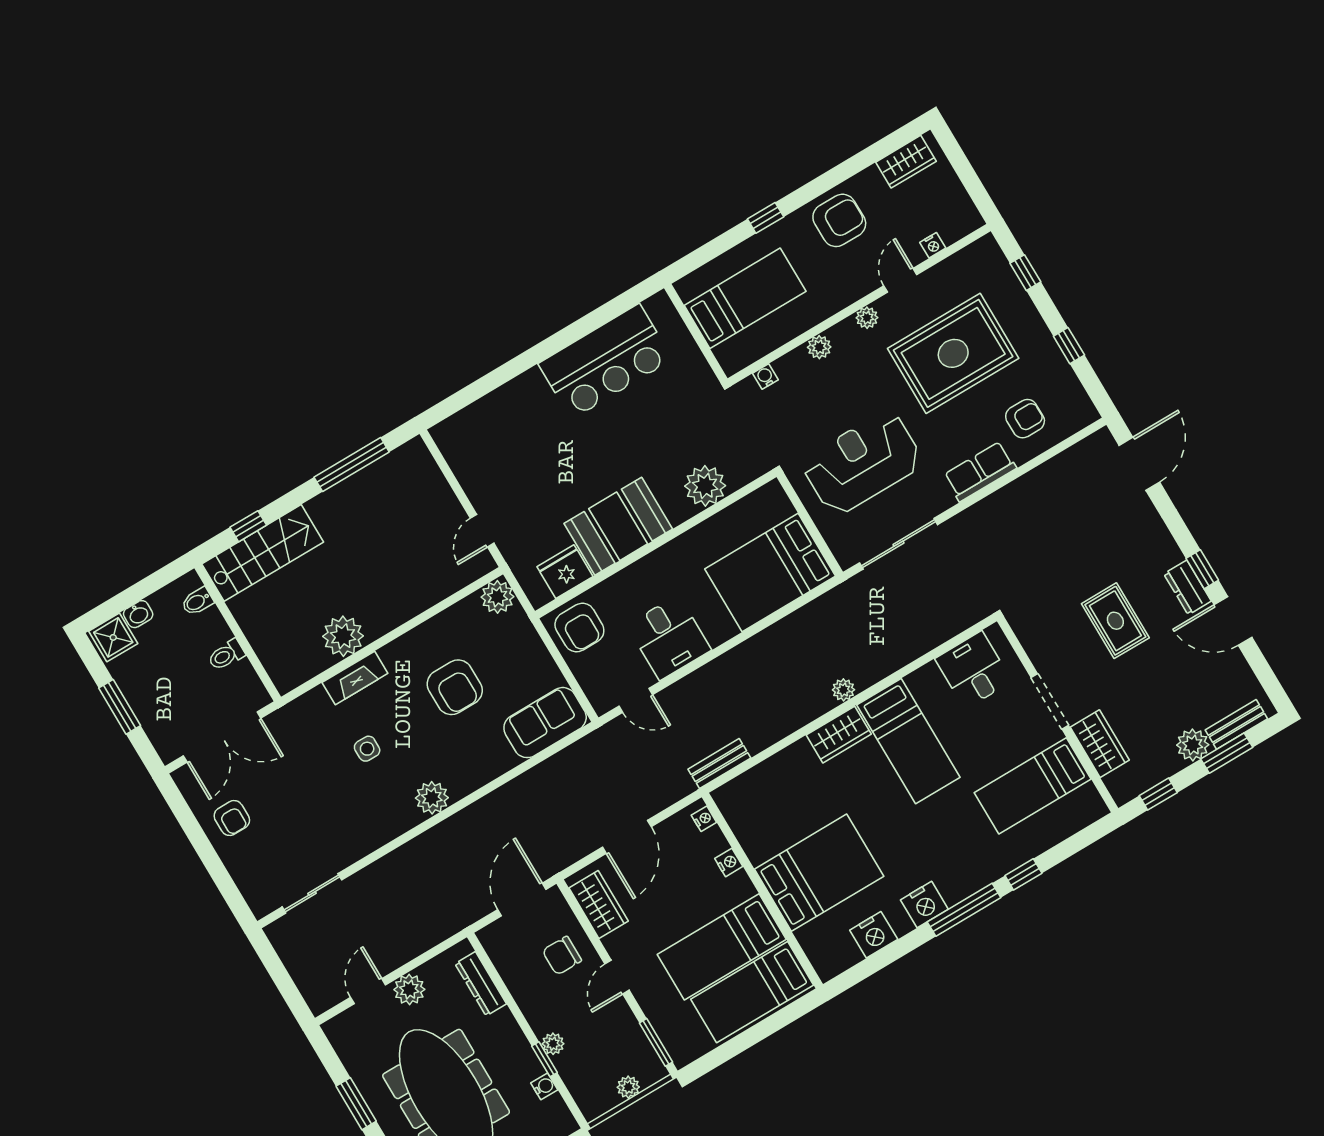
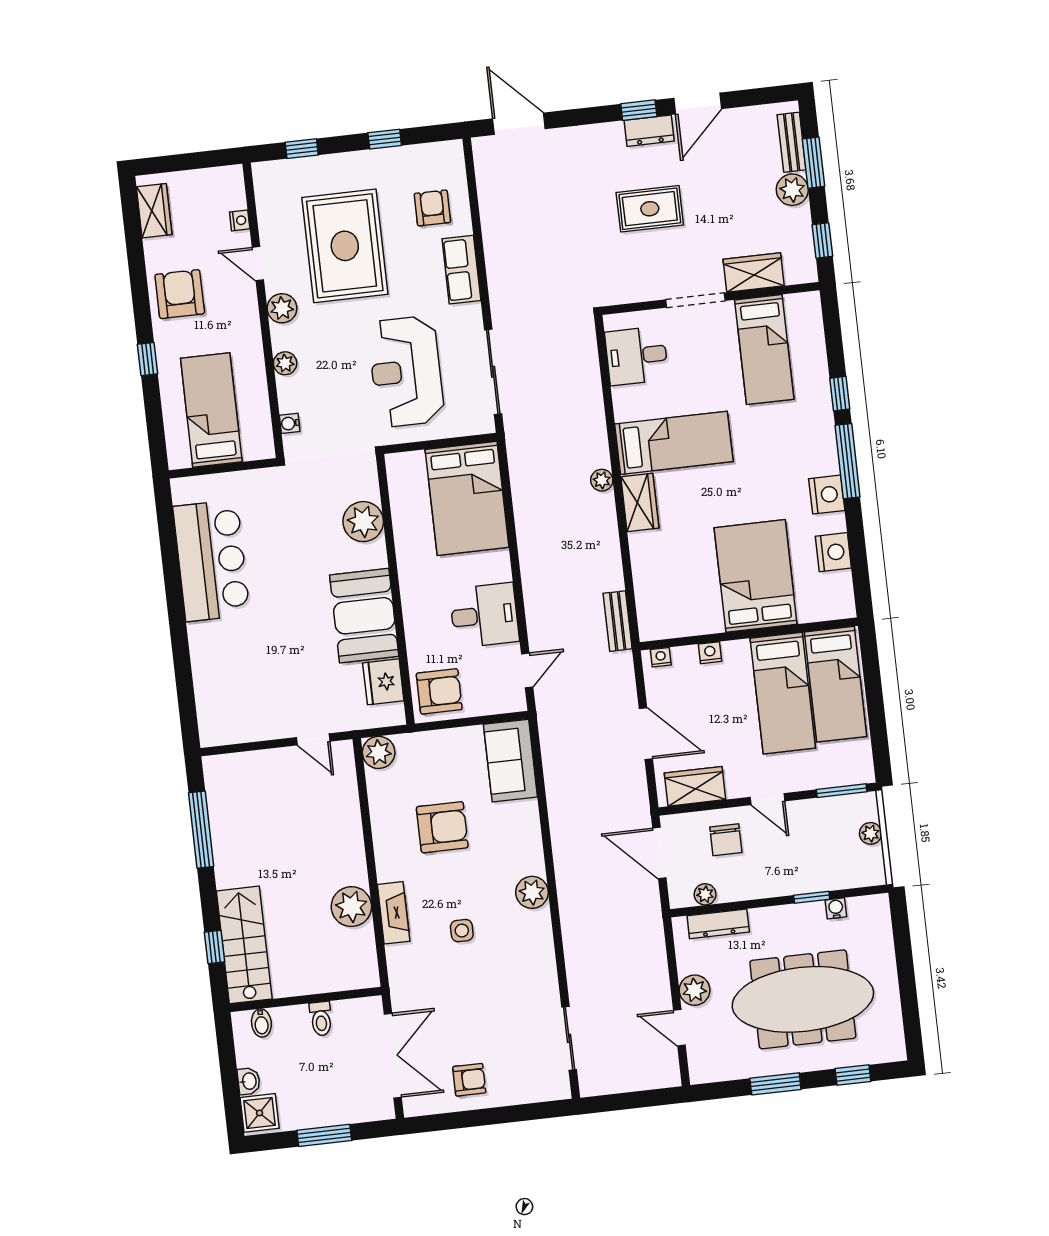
plant: (867, 318) -> (282, 308), width x1.38, depth x1.38
plant: (553, 1044) -> (705, 894), moved

